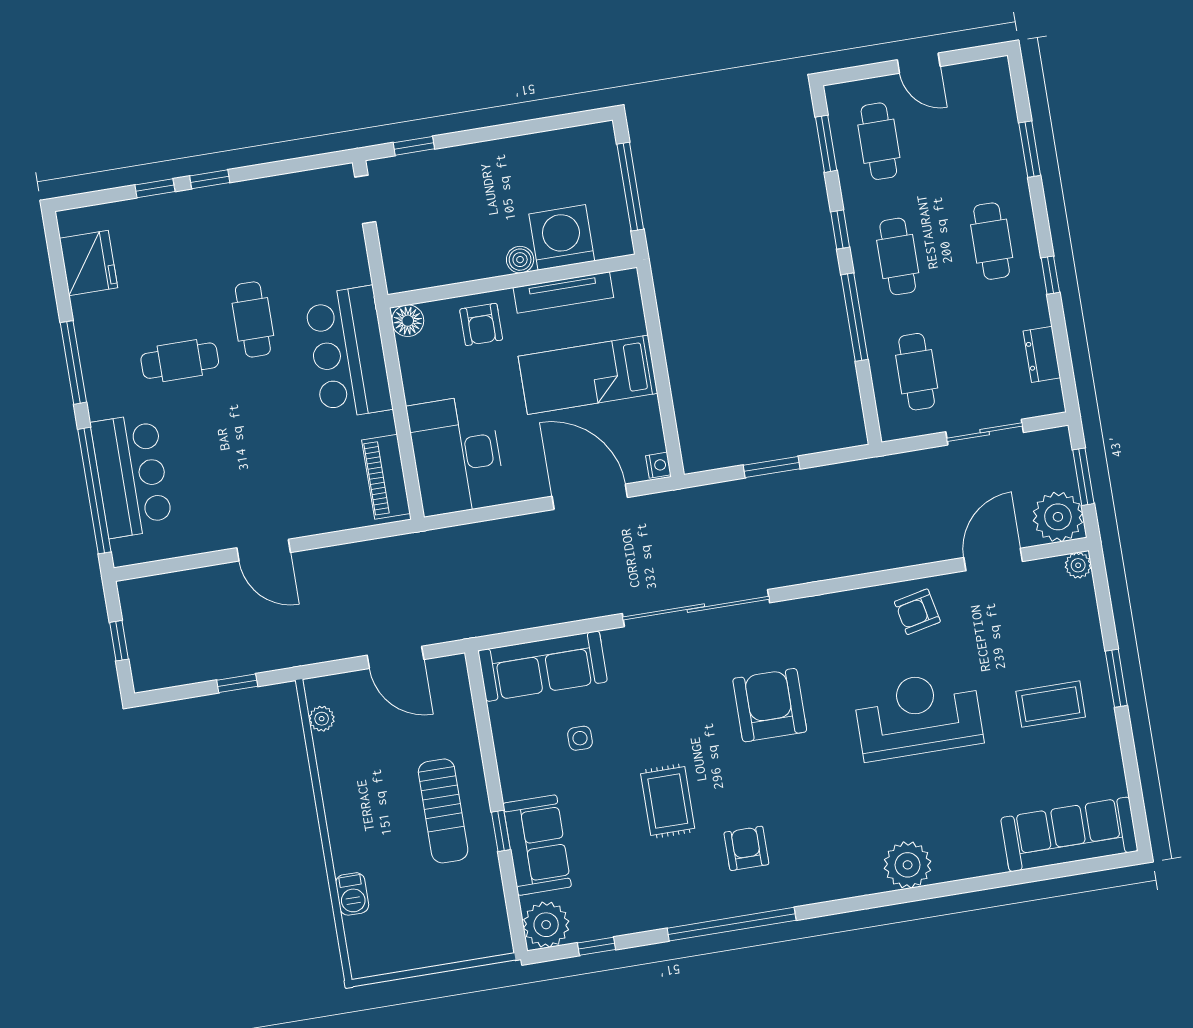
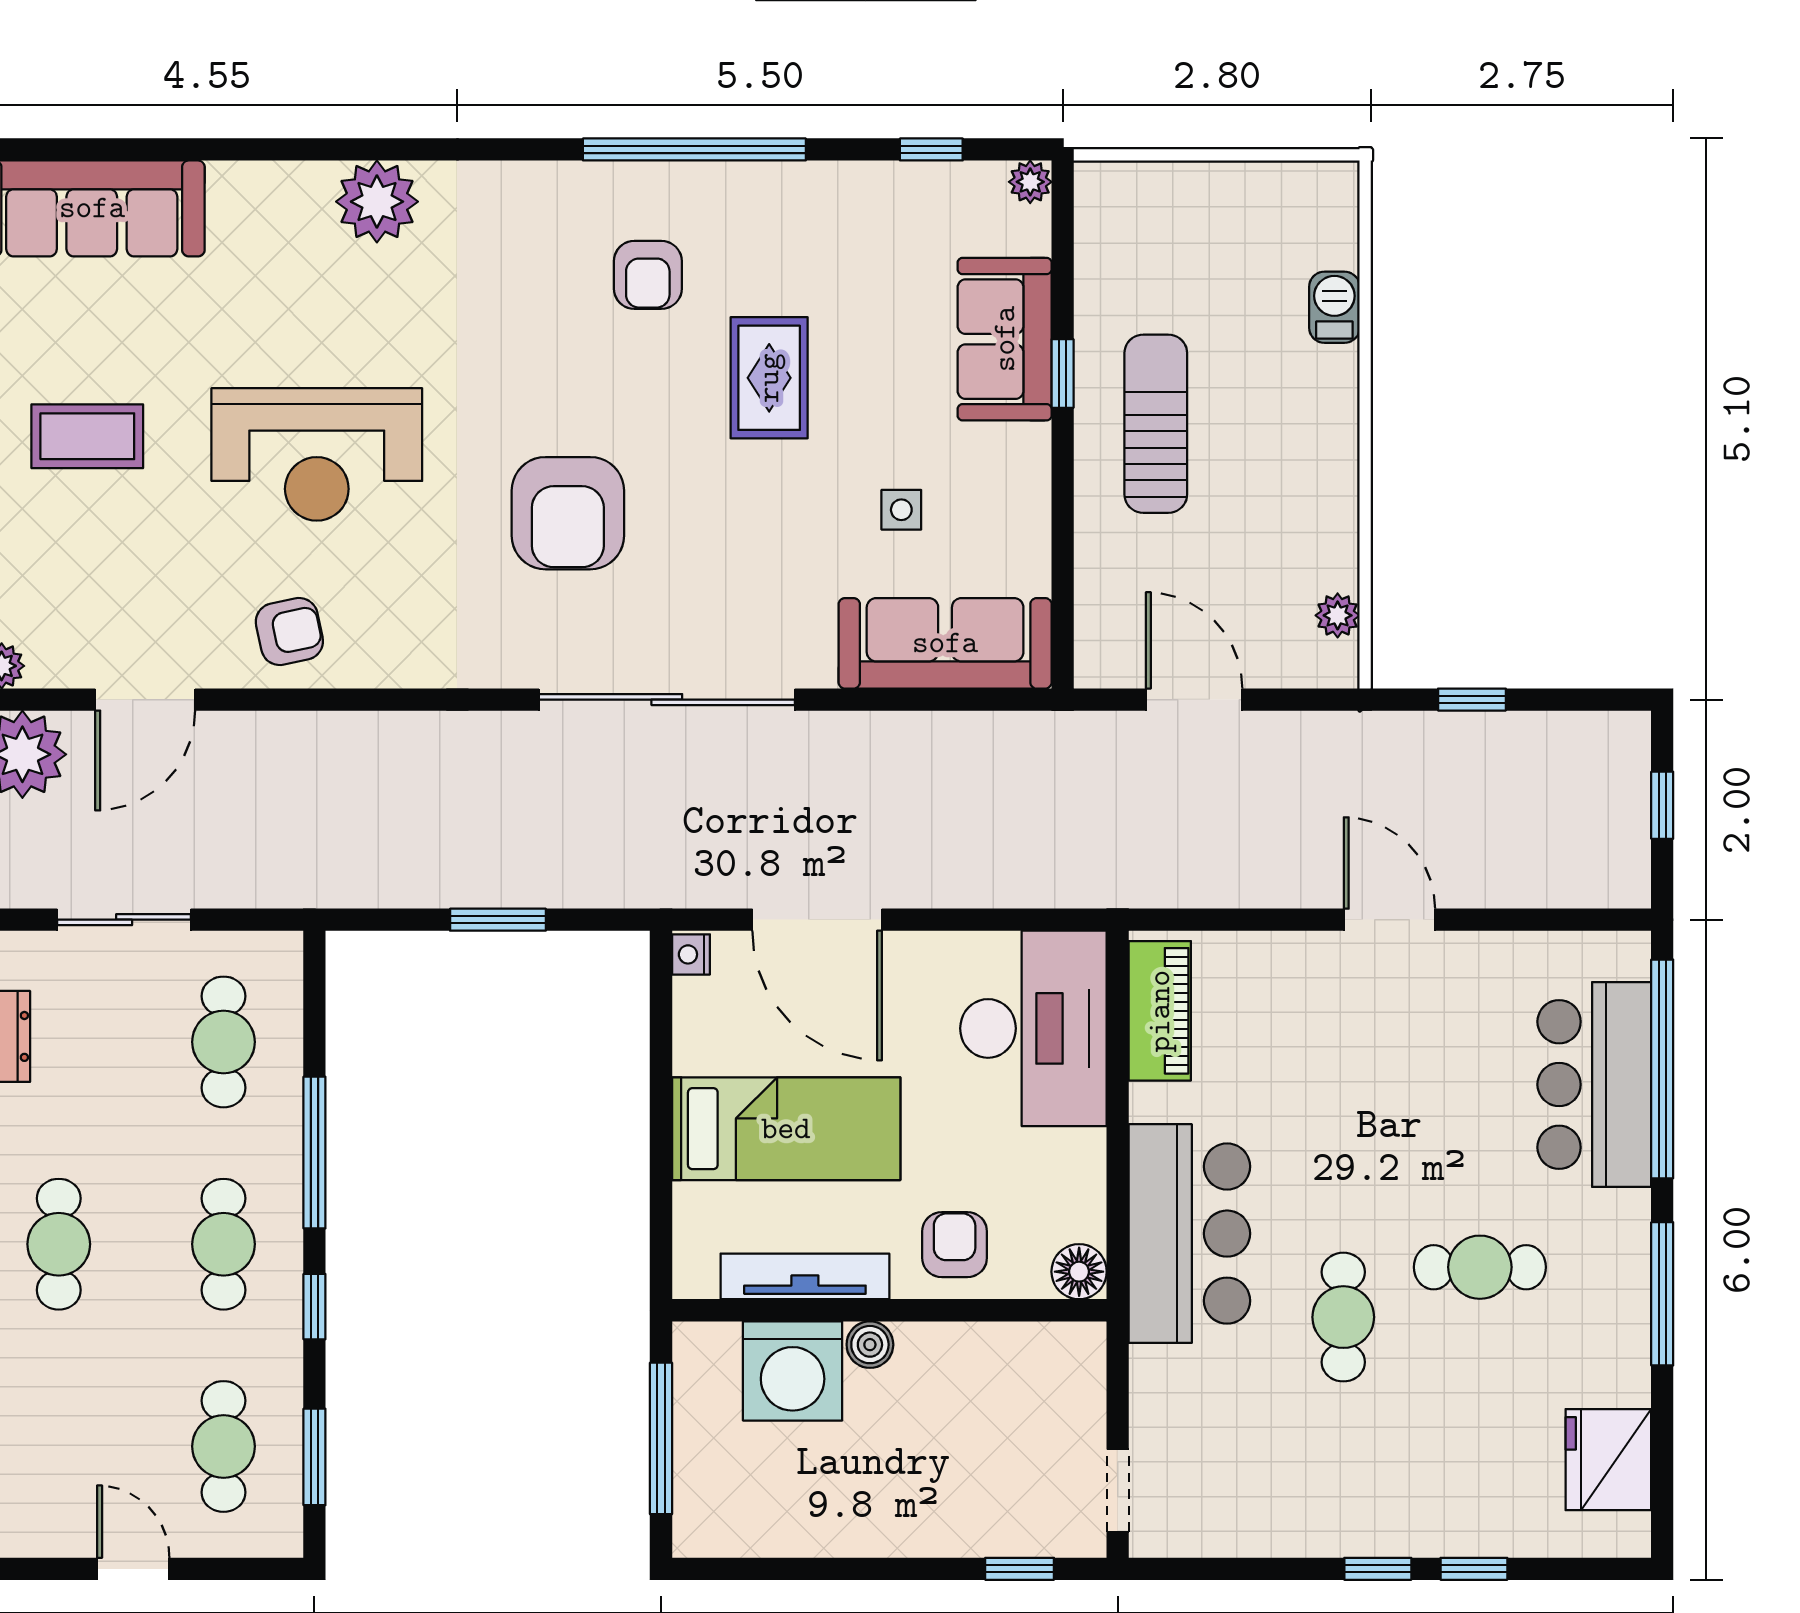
plant: (546, 925) -> (1030, 182), width x0.53, depth x0.53

